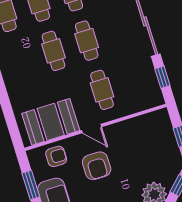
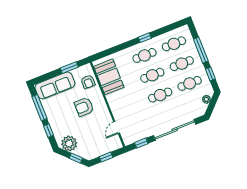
cafe table: (102, 90) -> (144, 55), moved
door: (92, 129) -> (117, 127), moved

